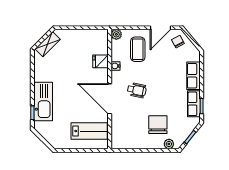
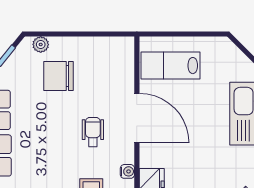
wheelchair: (137, 90) -> (93, 132), turned 78
chair: (158, 125) -> (59, 76), turned 90

